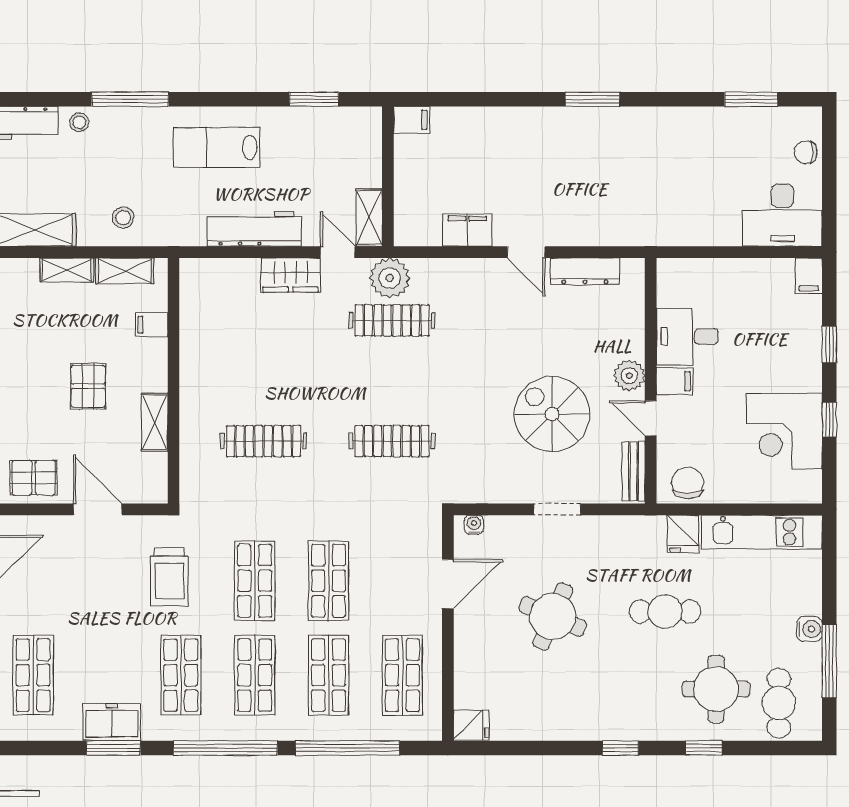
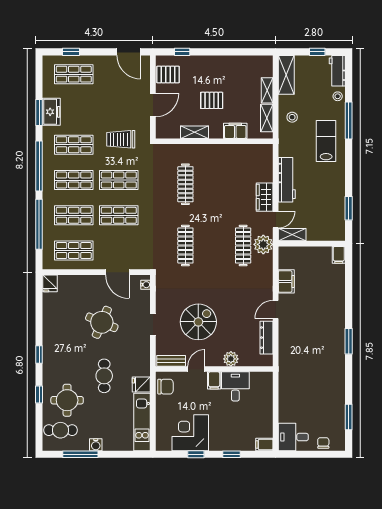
lab bench: (217, 147) -> (326, 141), moved
desk: (782, 215) -> (293, 437), width x0.73
filing cabinet: (152, 325) -> (235, 131), width x2.00
plant: (629, 376) -> (231, 359), moved
pallet: (34, 478) -> (168, 75), turned 90

